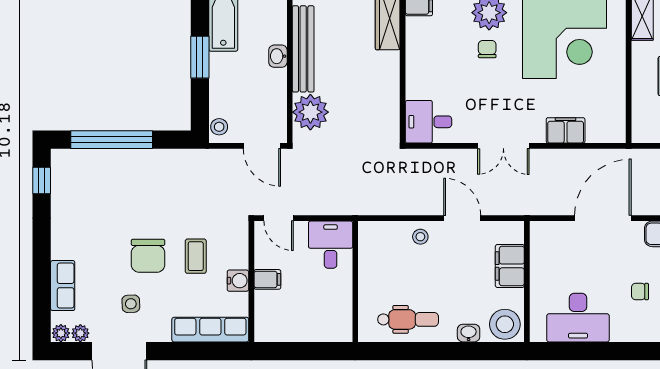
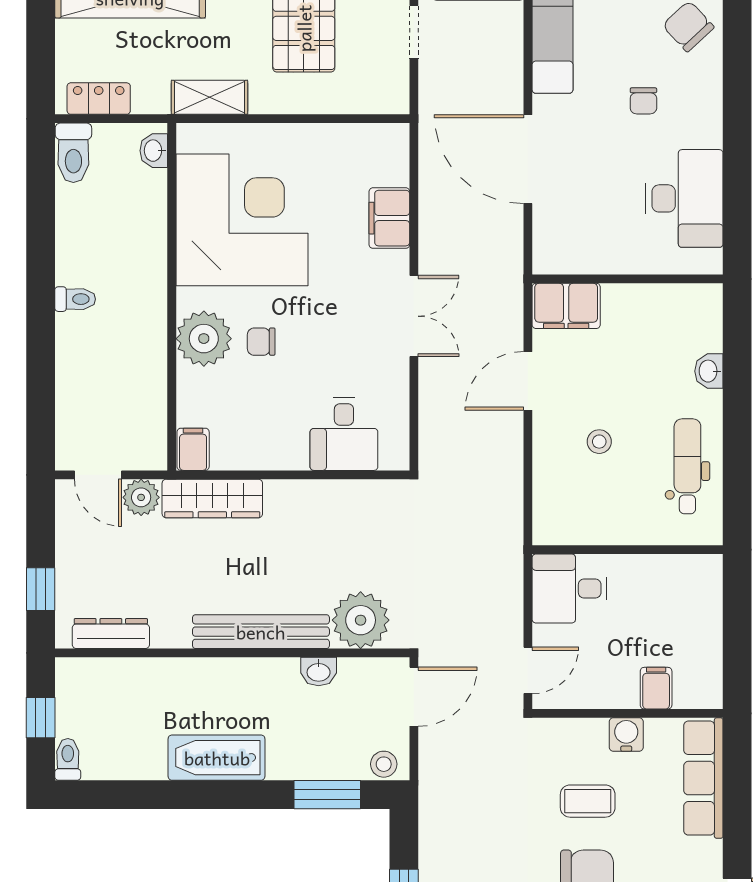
washbasin: (278, 56) -> (319, 671), moved
window: (200, 57) -> (327, 795), moved
desk: (429, 122) -> (344, 434), moved
stool: (420, 237) -> (599, 442), moved
filing cabinet: (510, 266) -> (566, 306), moved
filing cabinet: (267, 279) -> (656, 688), moved
stool: (505, 324) -> (695, 314), removed

